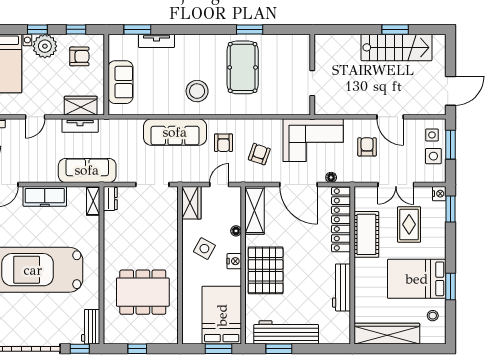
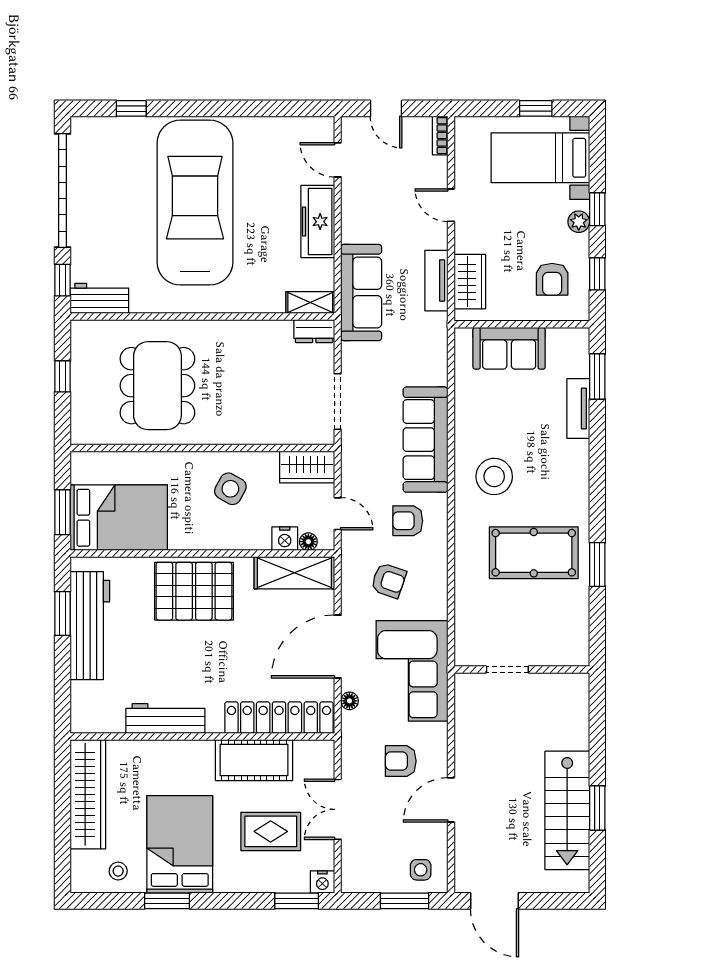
plant: (45, 46) -> (579, 222), width x0.53, depth x0.53
armchair: (367, 147) -> (401, 761), turned 180
side table: (433, 156) -> (385, 872), removed
floor lamp: (236, 231) -> (308, 542), moved
nightstand: (234, 261) -> (285, 539), moved

